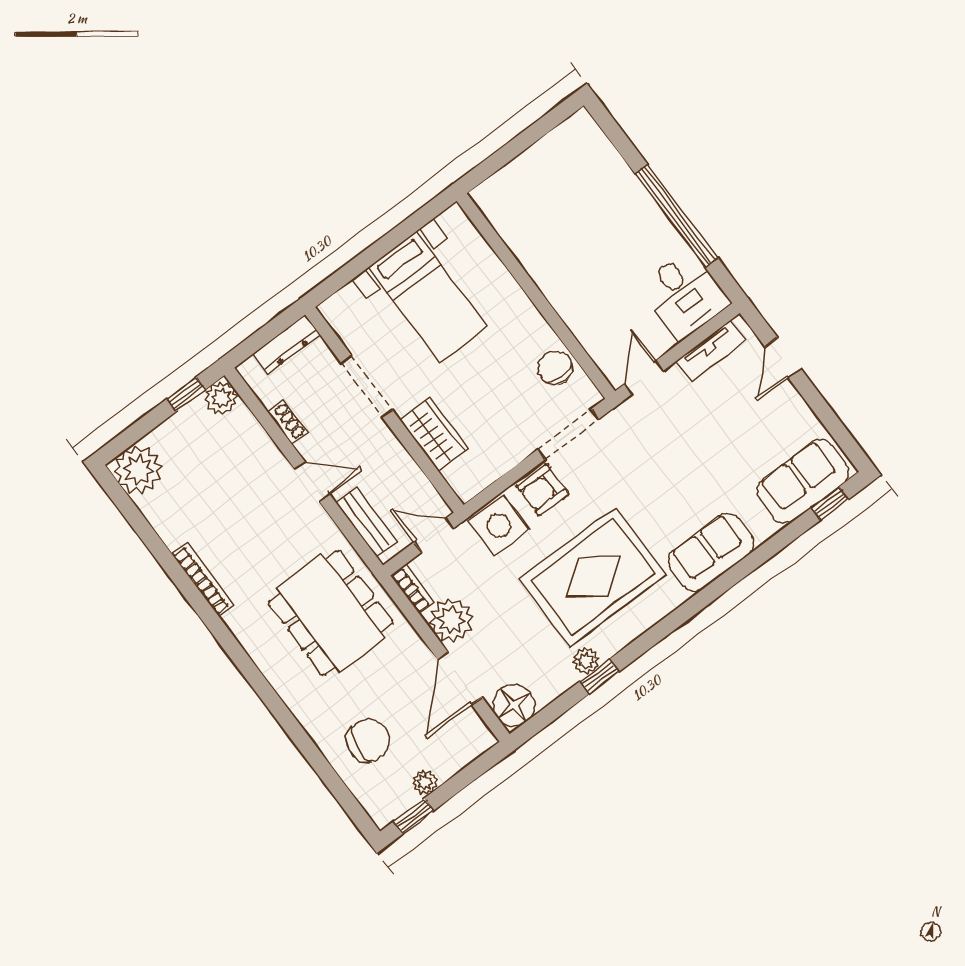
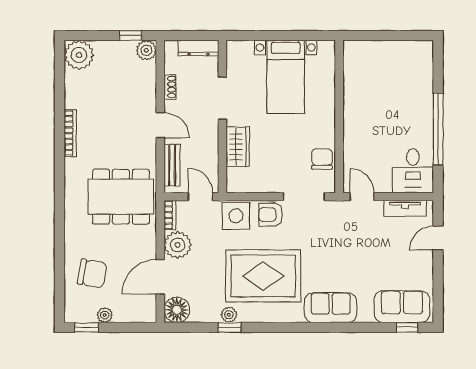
door: (644, 377) -> (362, 197), hinge flipped
dining table: (331, 613) -> (121, 197), turned 90

